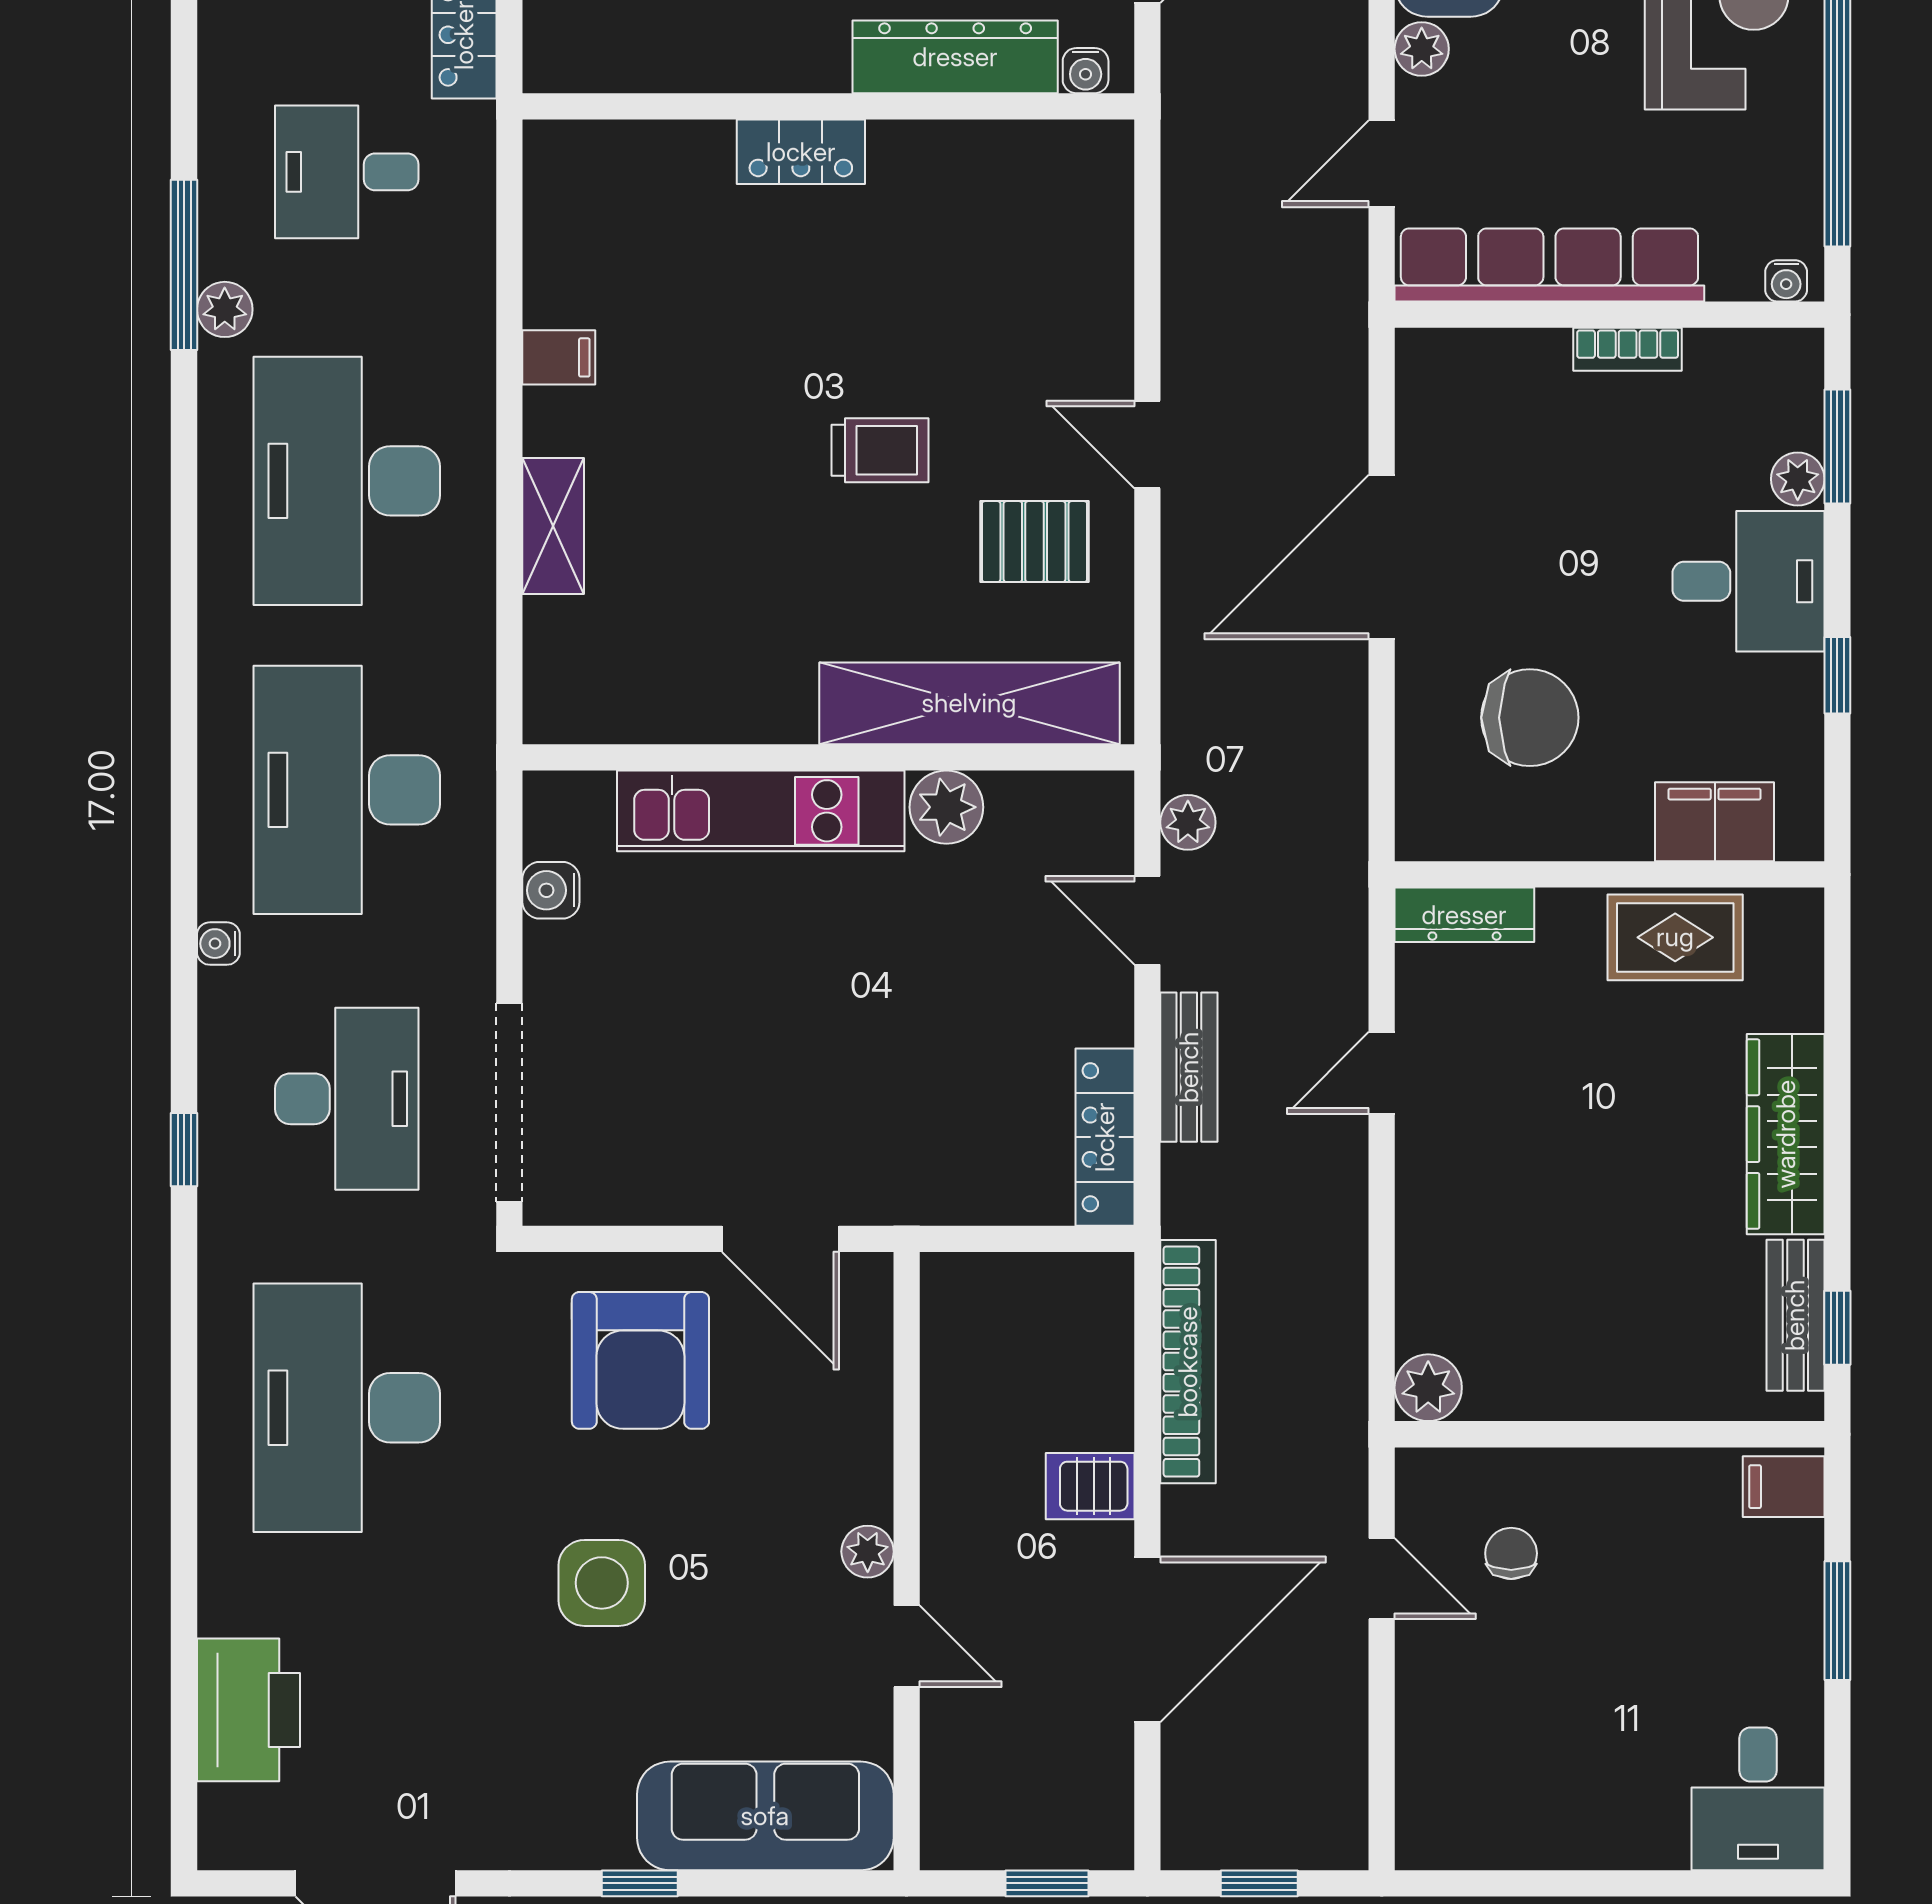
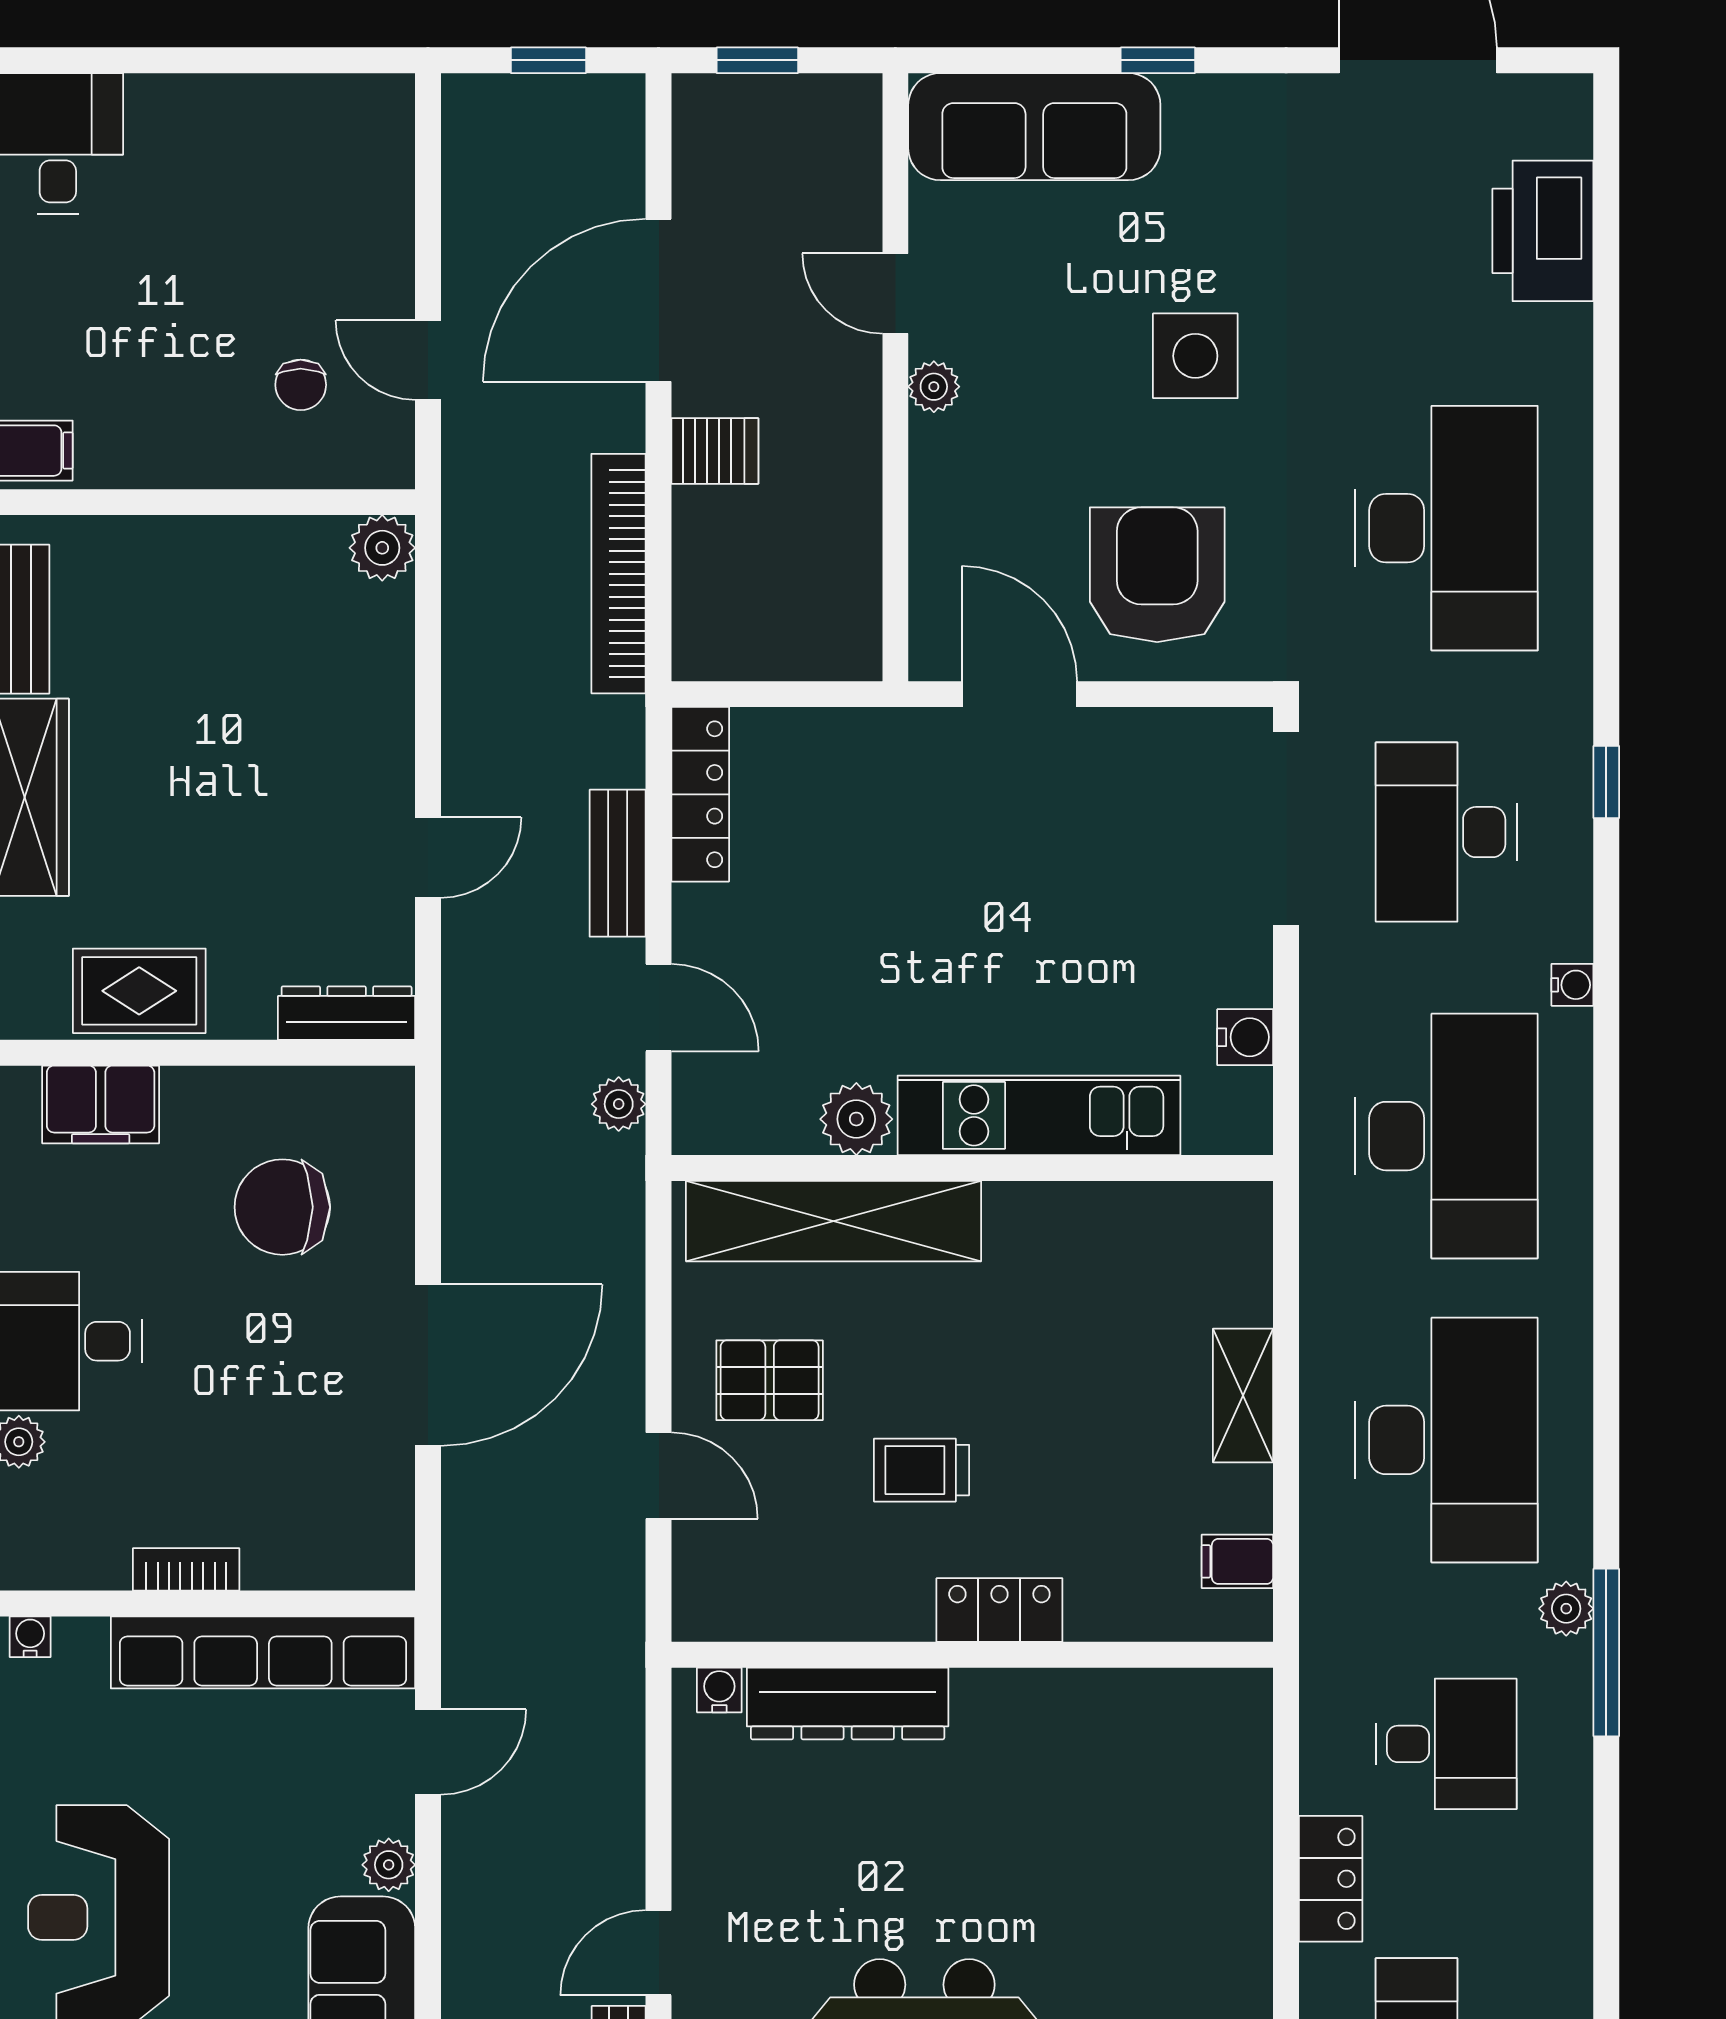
dresser: (955, 57) -> (848, 1703), moved
water cooler: (1086, 71) -> (719, 1690), moved
wall: (828, 106) -> (972, 1655), moved
locker: (801, 152) -> (999, 1610), moved

